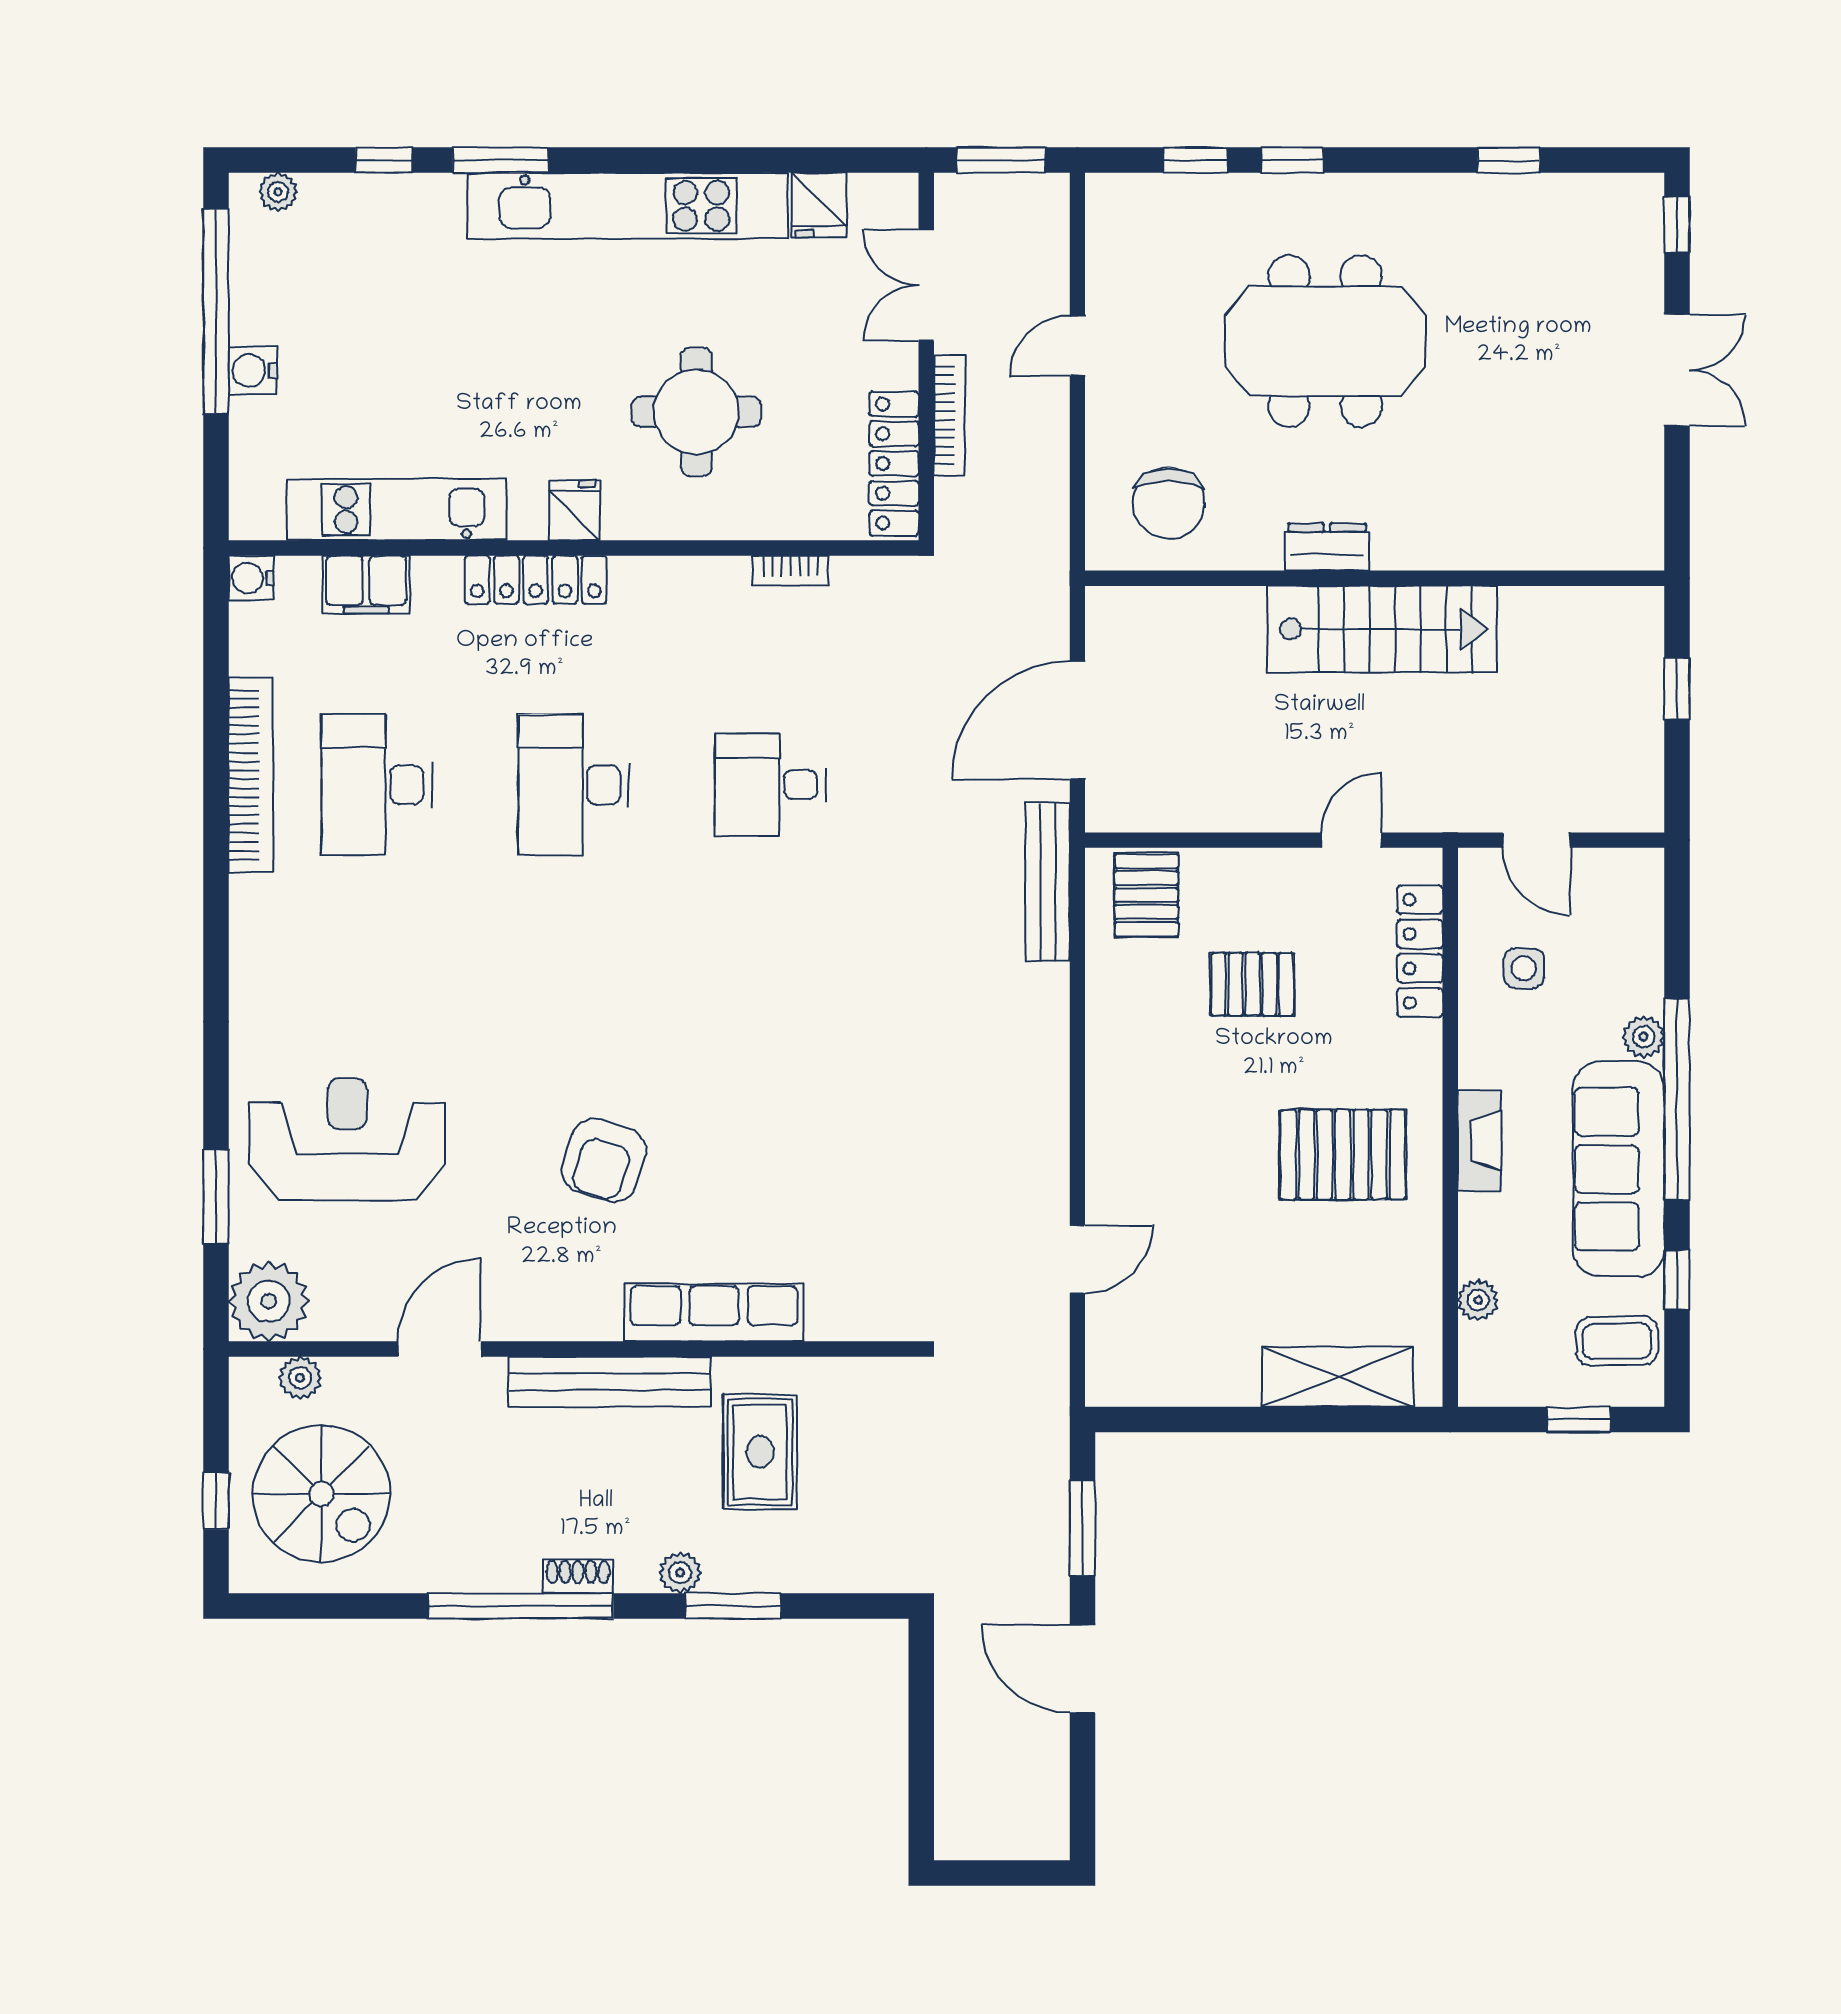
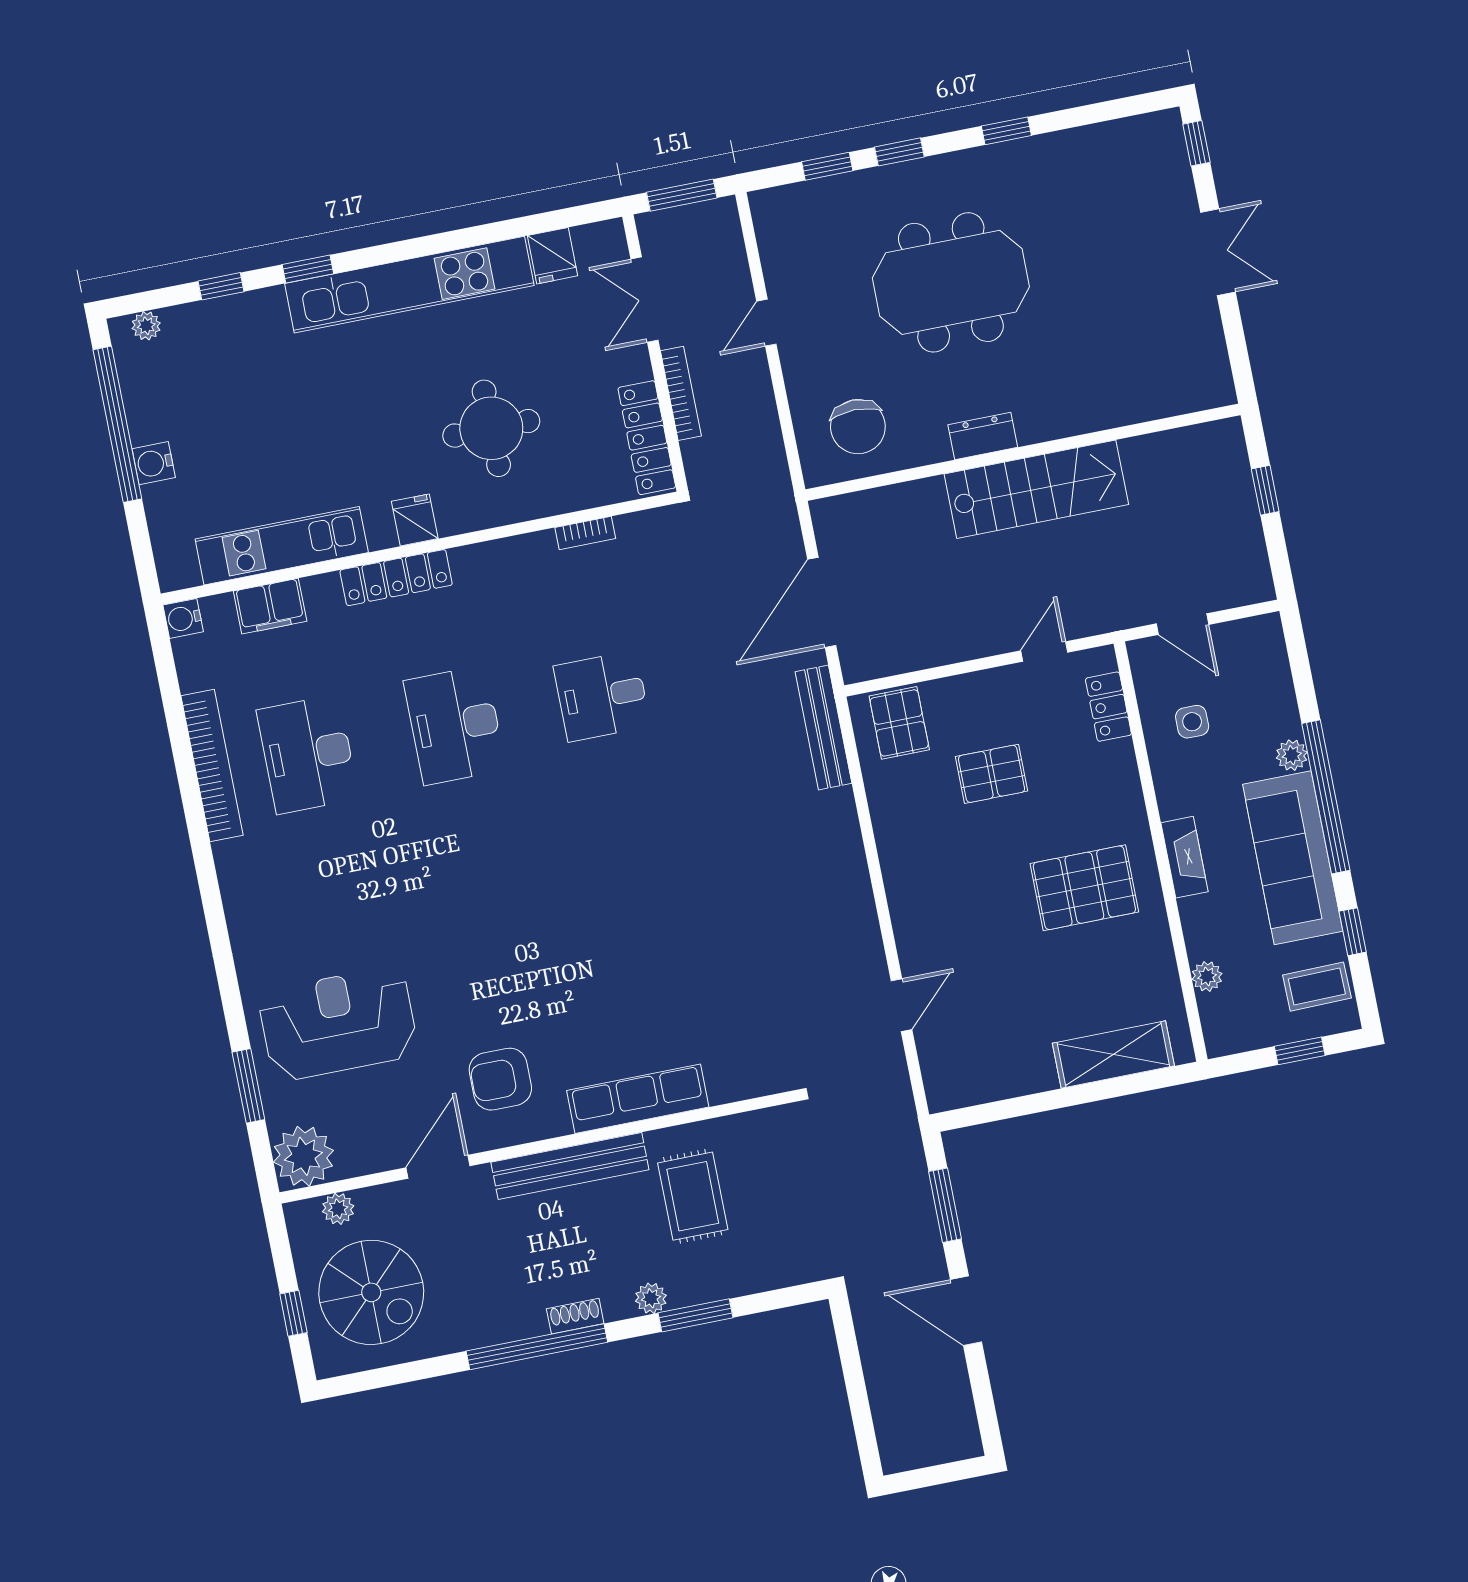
window: (501, 160) -> (308, 269), width x0.67
window: (1509, 160) -> (1006, 131), moved
locker: (1420, 951) -> (1108, 707), width x0.66
armchair: (604, 1160) -> (500, 1079), moved, turned 72

